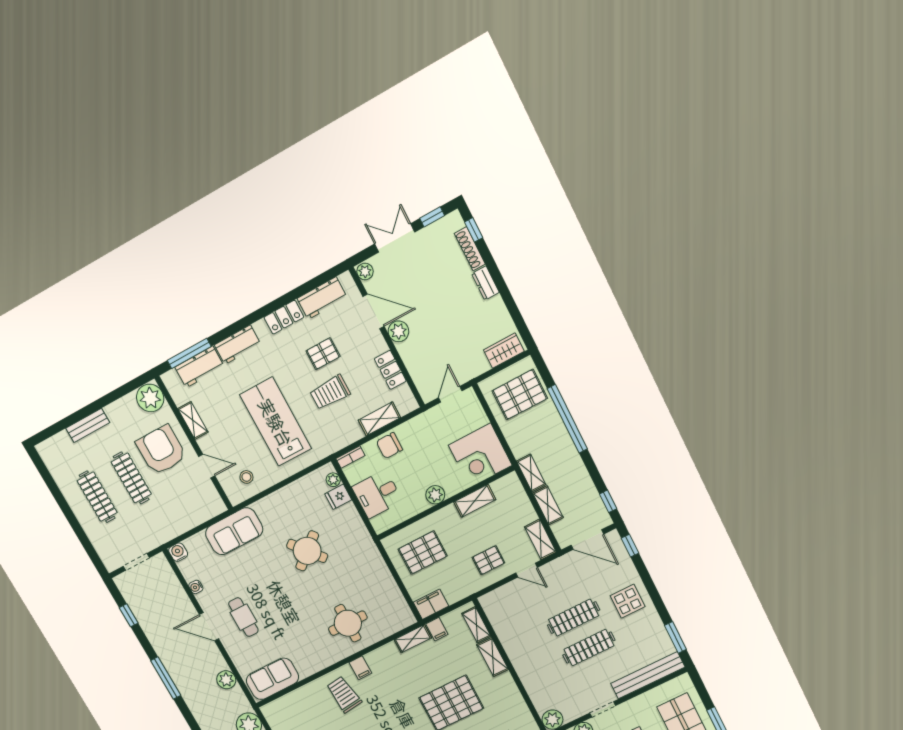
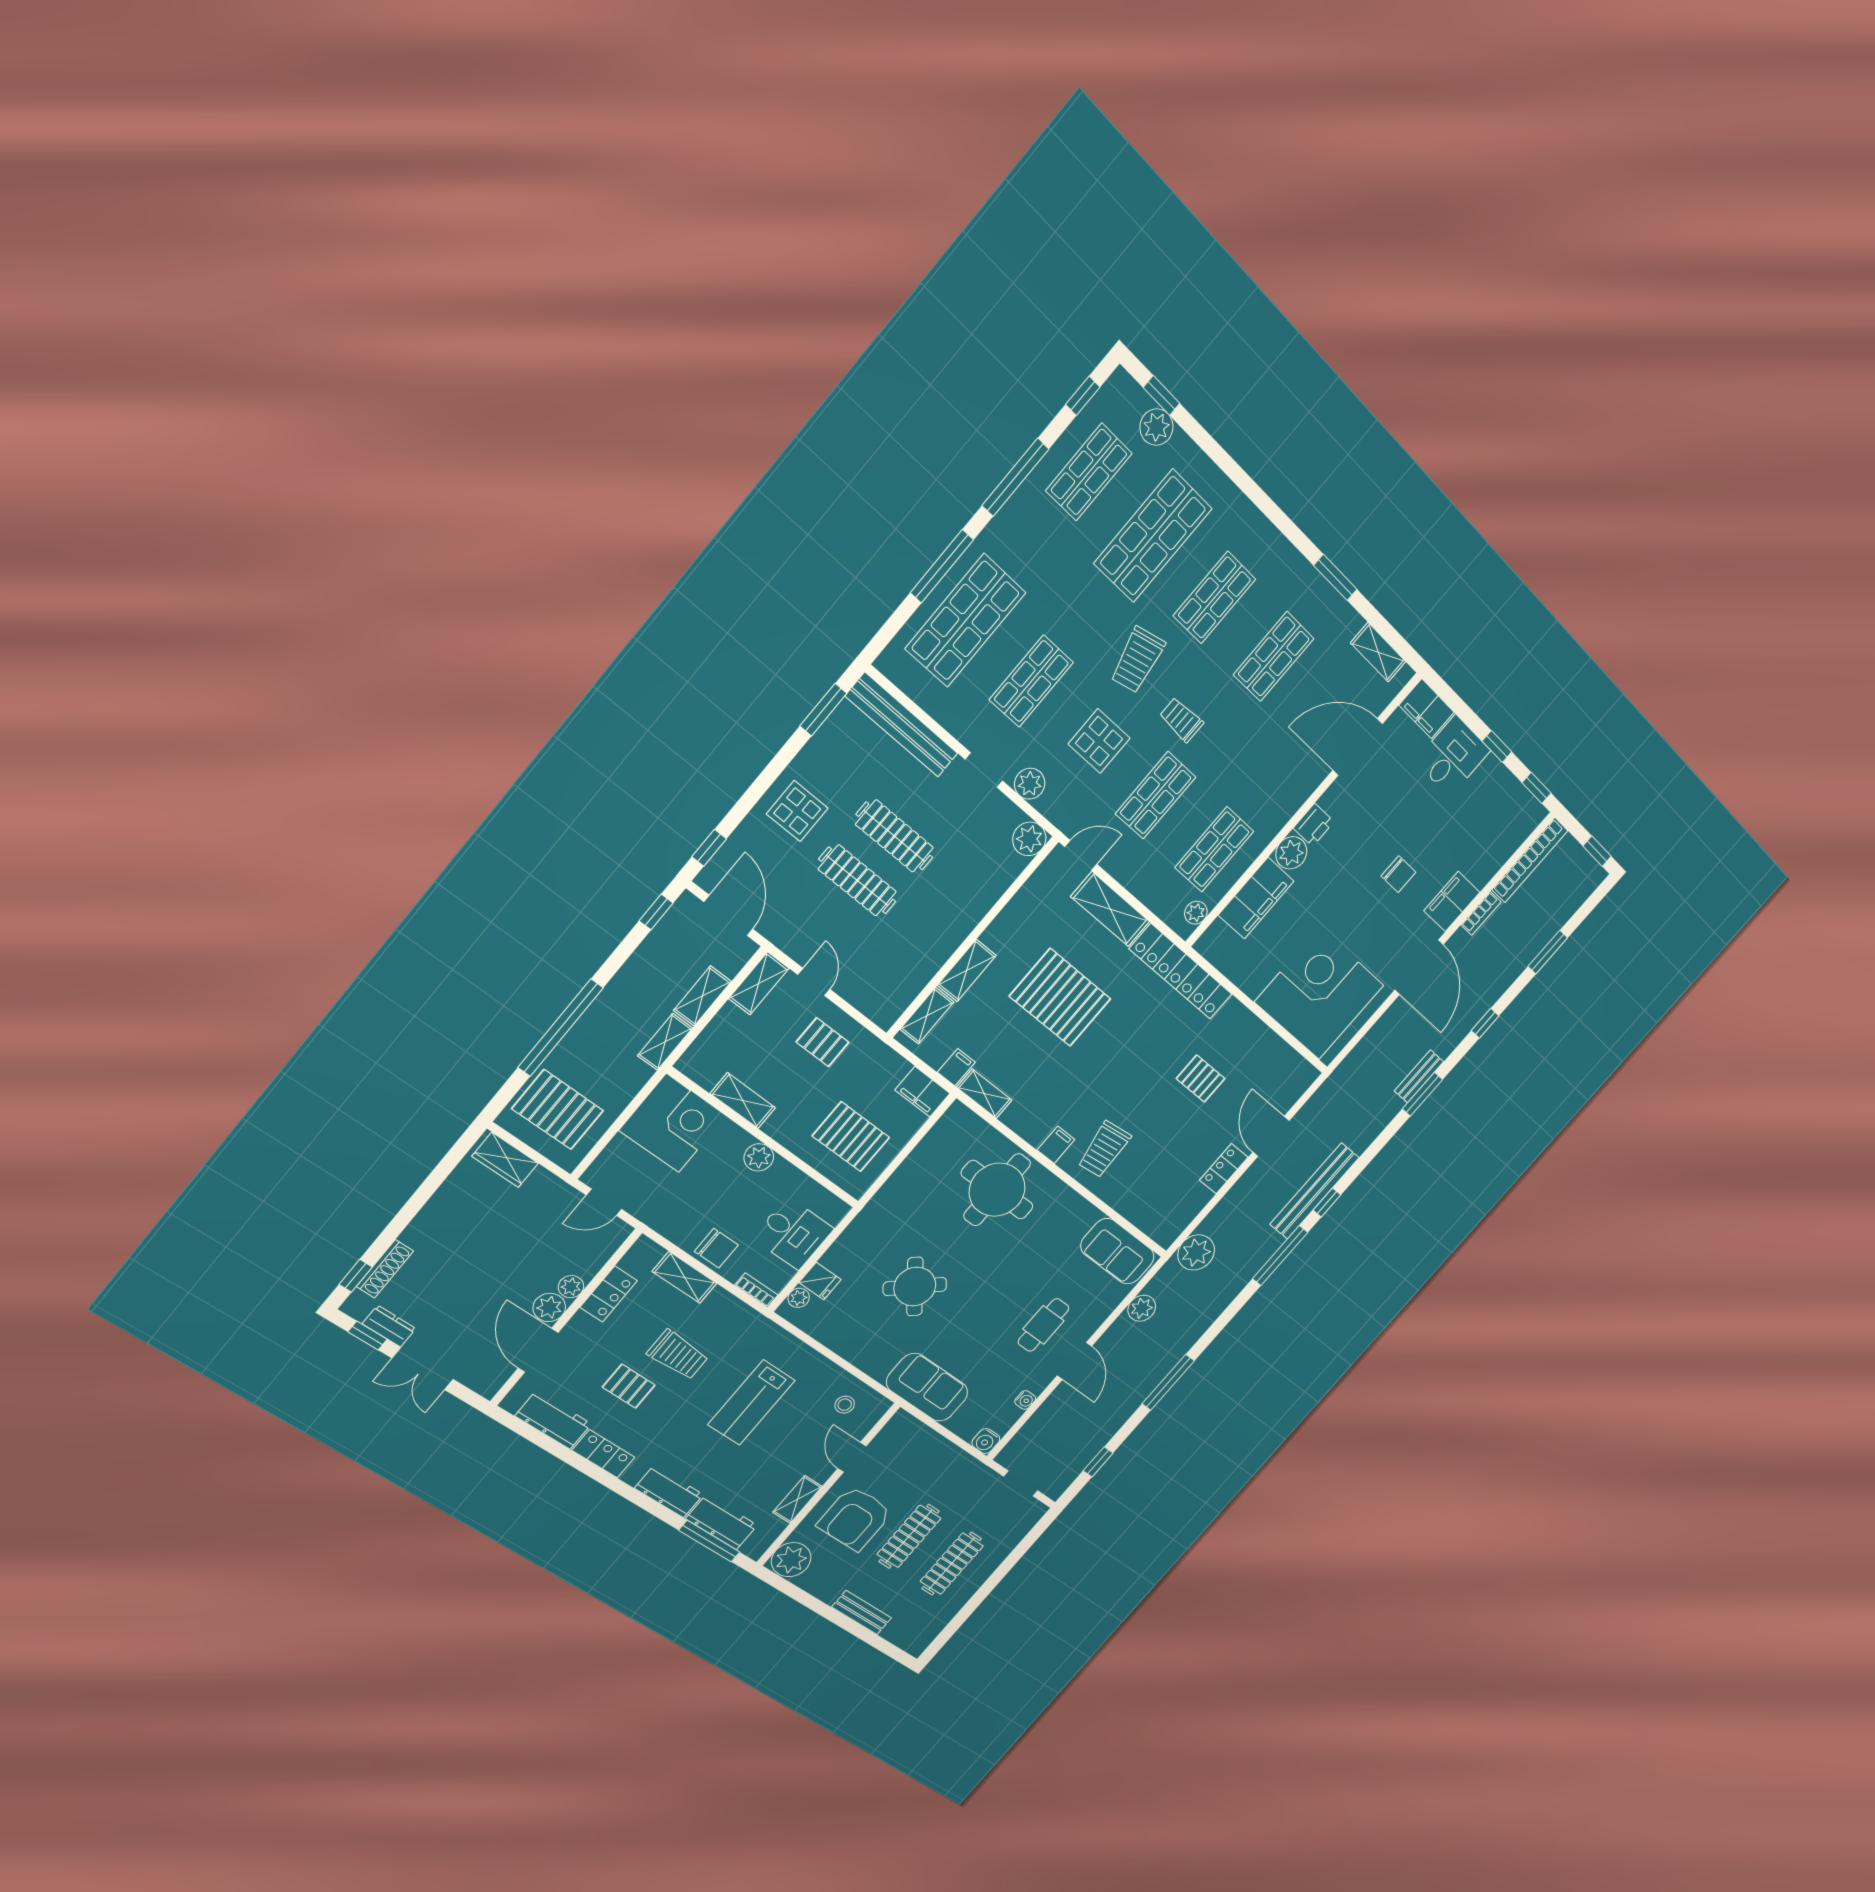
plant: (365, 271) -> (571, 1287), moved
dresser: (485, 283) -> (389, 1326), moved, turned -90
lab bench: (276, 422) -> (751, 1403), width x0.73, depth x0.72
round table: (348, 623) -> (997, 1190), width x1.36, depth x1.36

